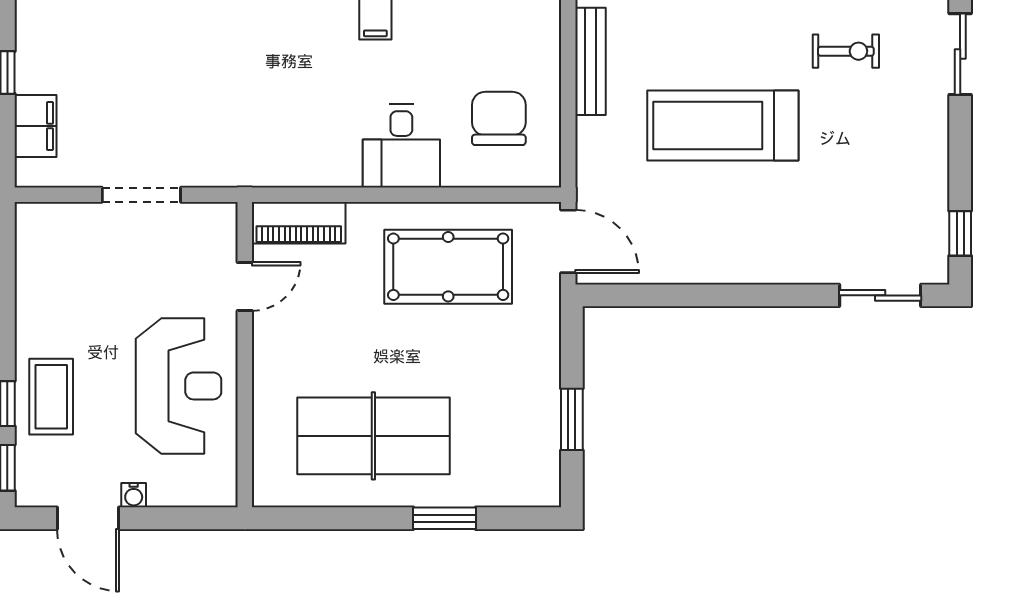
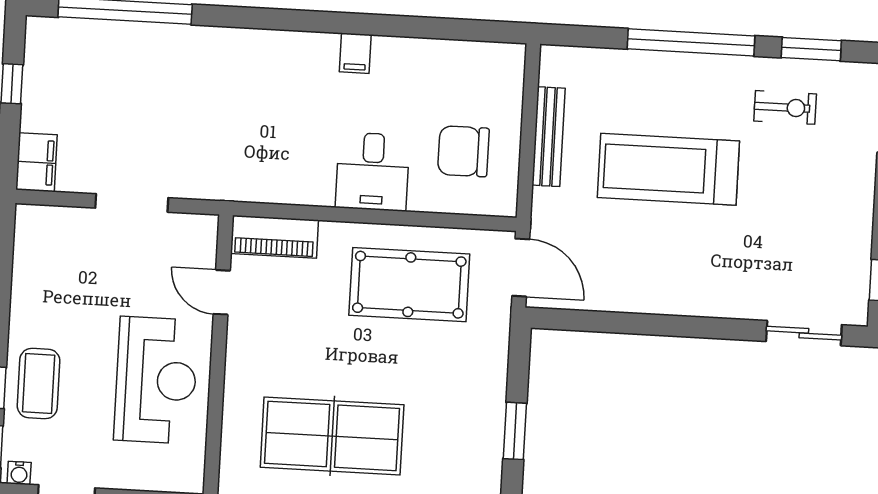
bench: (591, 61) -> (549, 137), moved
chair: (499, 118) -> (463, 151), turned -90
filing cabinet: (35, 126) -> (37, 162), moved
door: (245, 286) -> (222, 292), swing flipped
water cooler: (134, 495) -> (19, 473), moved

